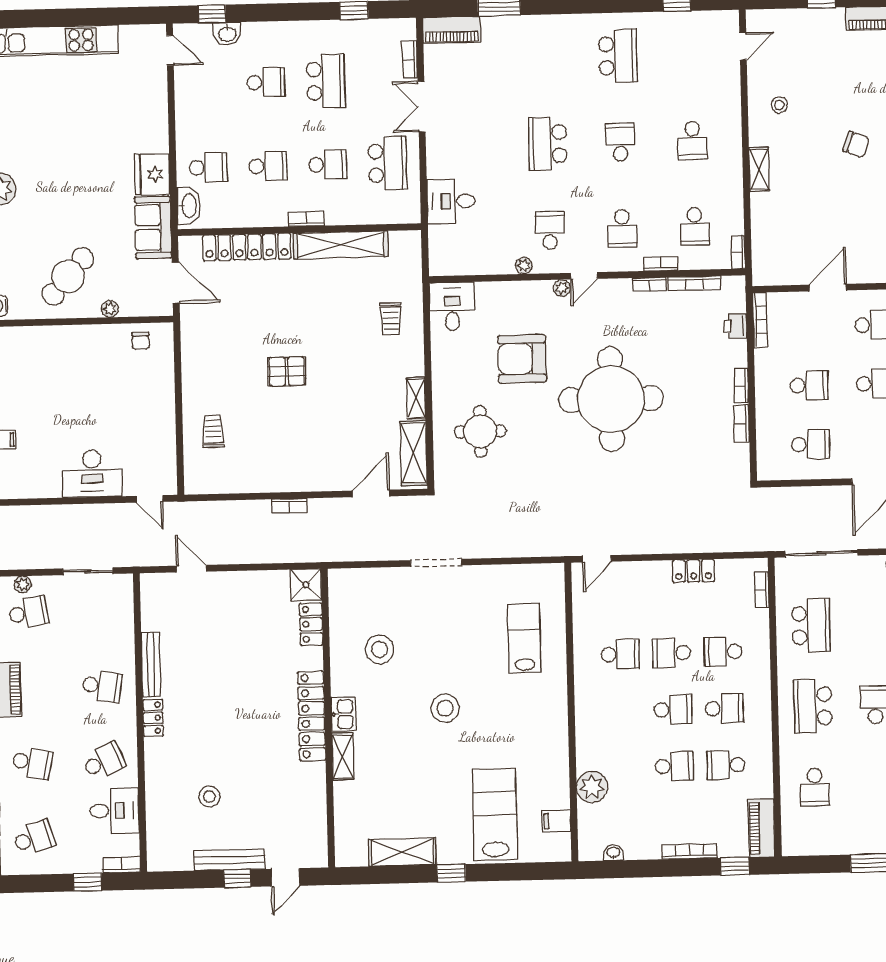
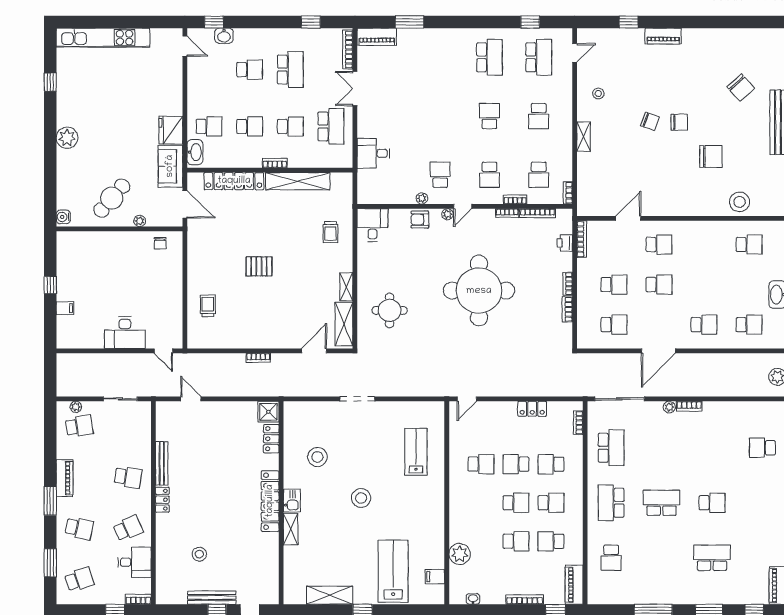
bookcase: (410, 60) -> (348, 49), width x1.56
school desk: (548, 144) -> (539, 57), moved, turned 180
armchair: (522, 359) -> (420, 220), moved, width x0.53, depth x0.53

